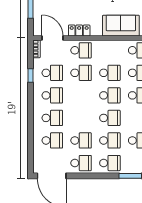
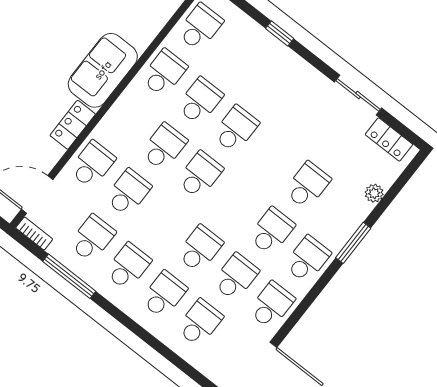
locker: (79, 31) -> (73, 125), moved
window: (30, 76) -> (69, 276), width x2.17
school desk: (110, 118) -> (200, 249), moved

